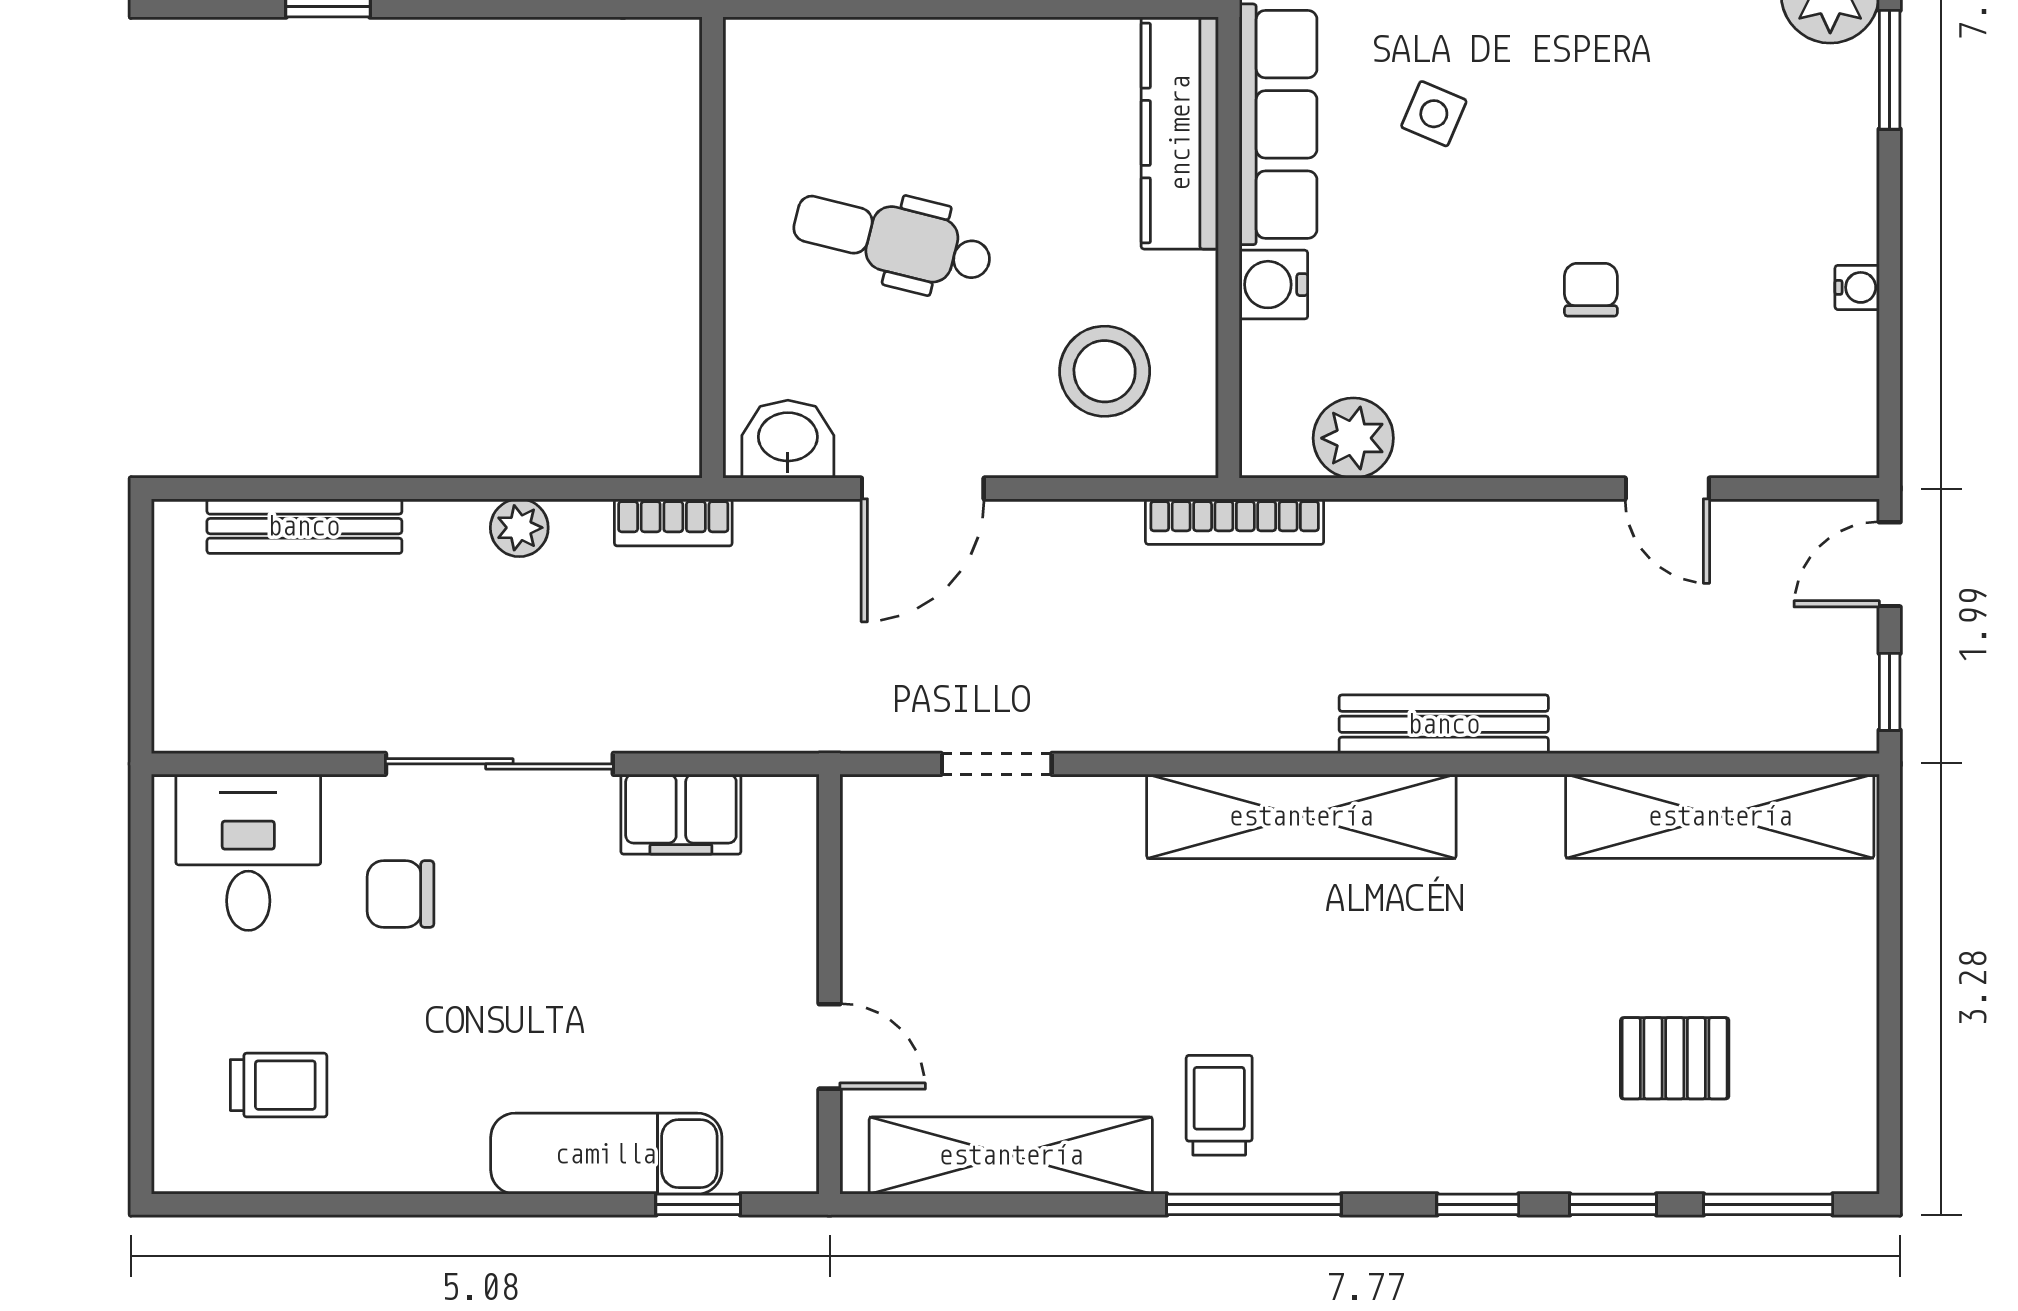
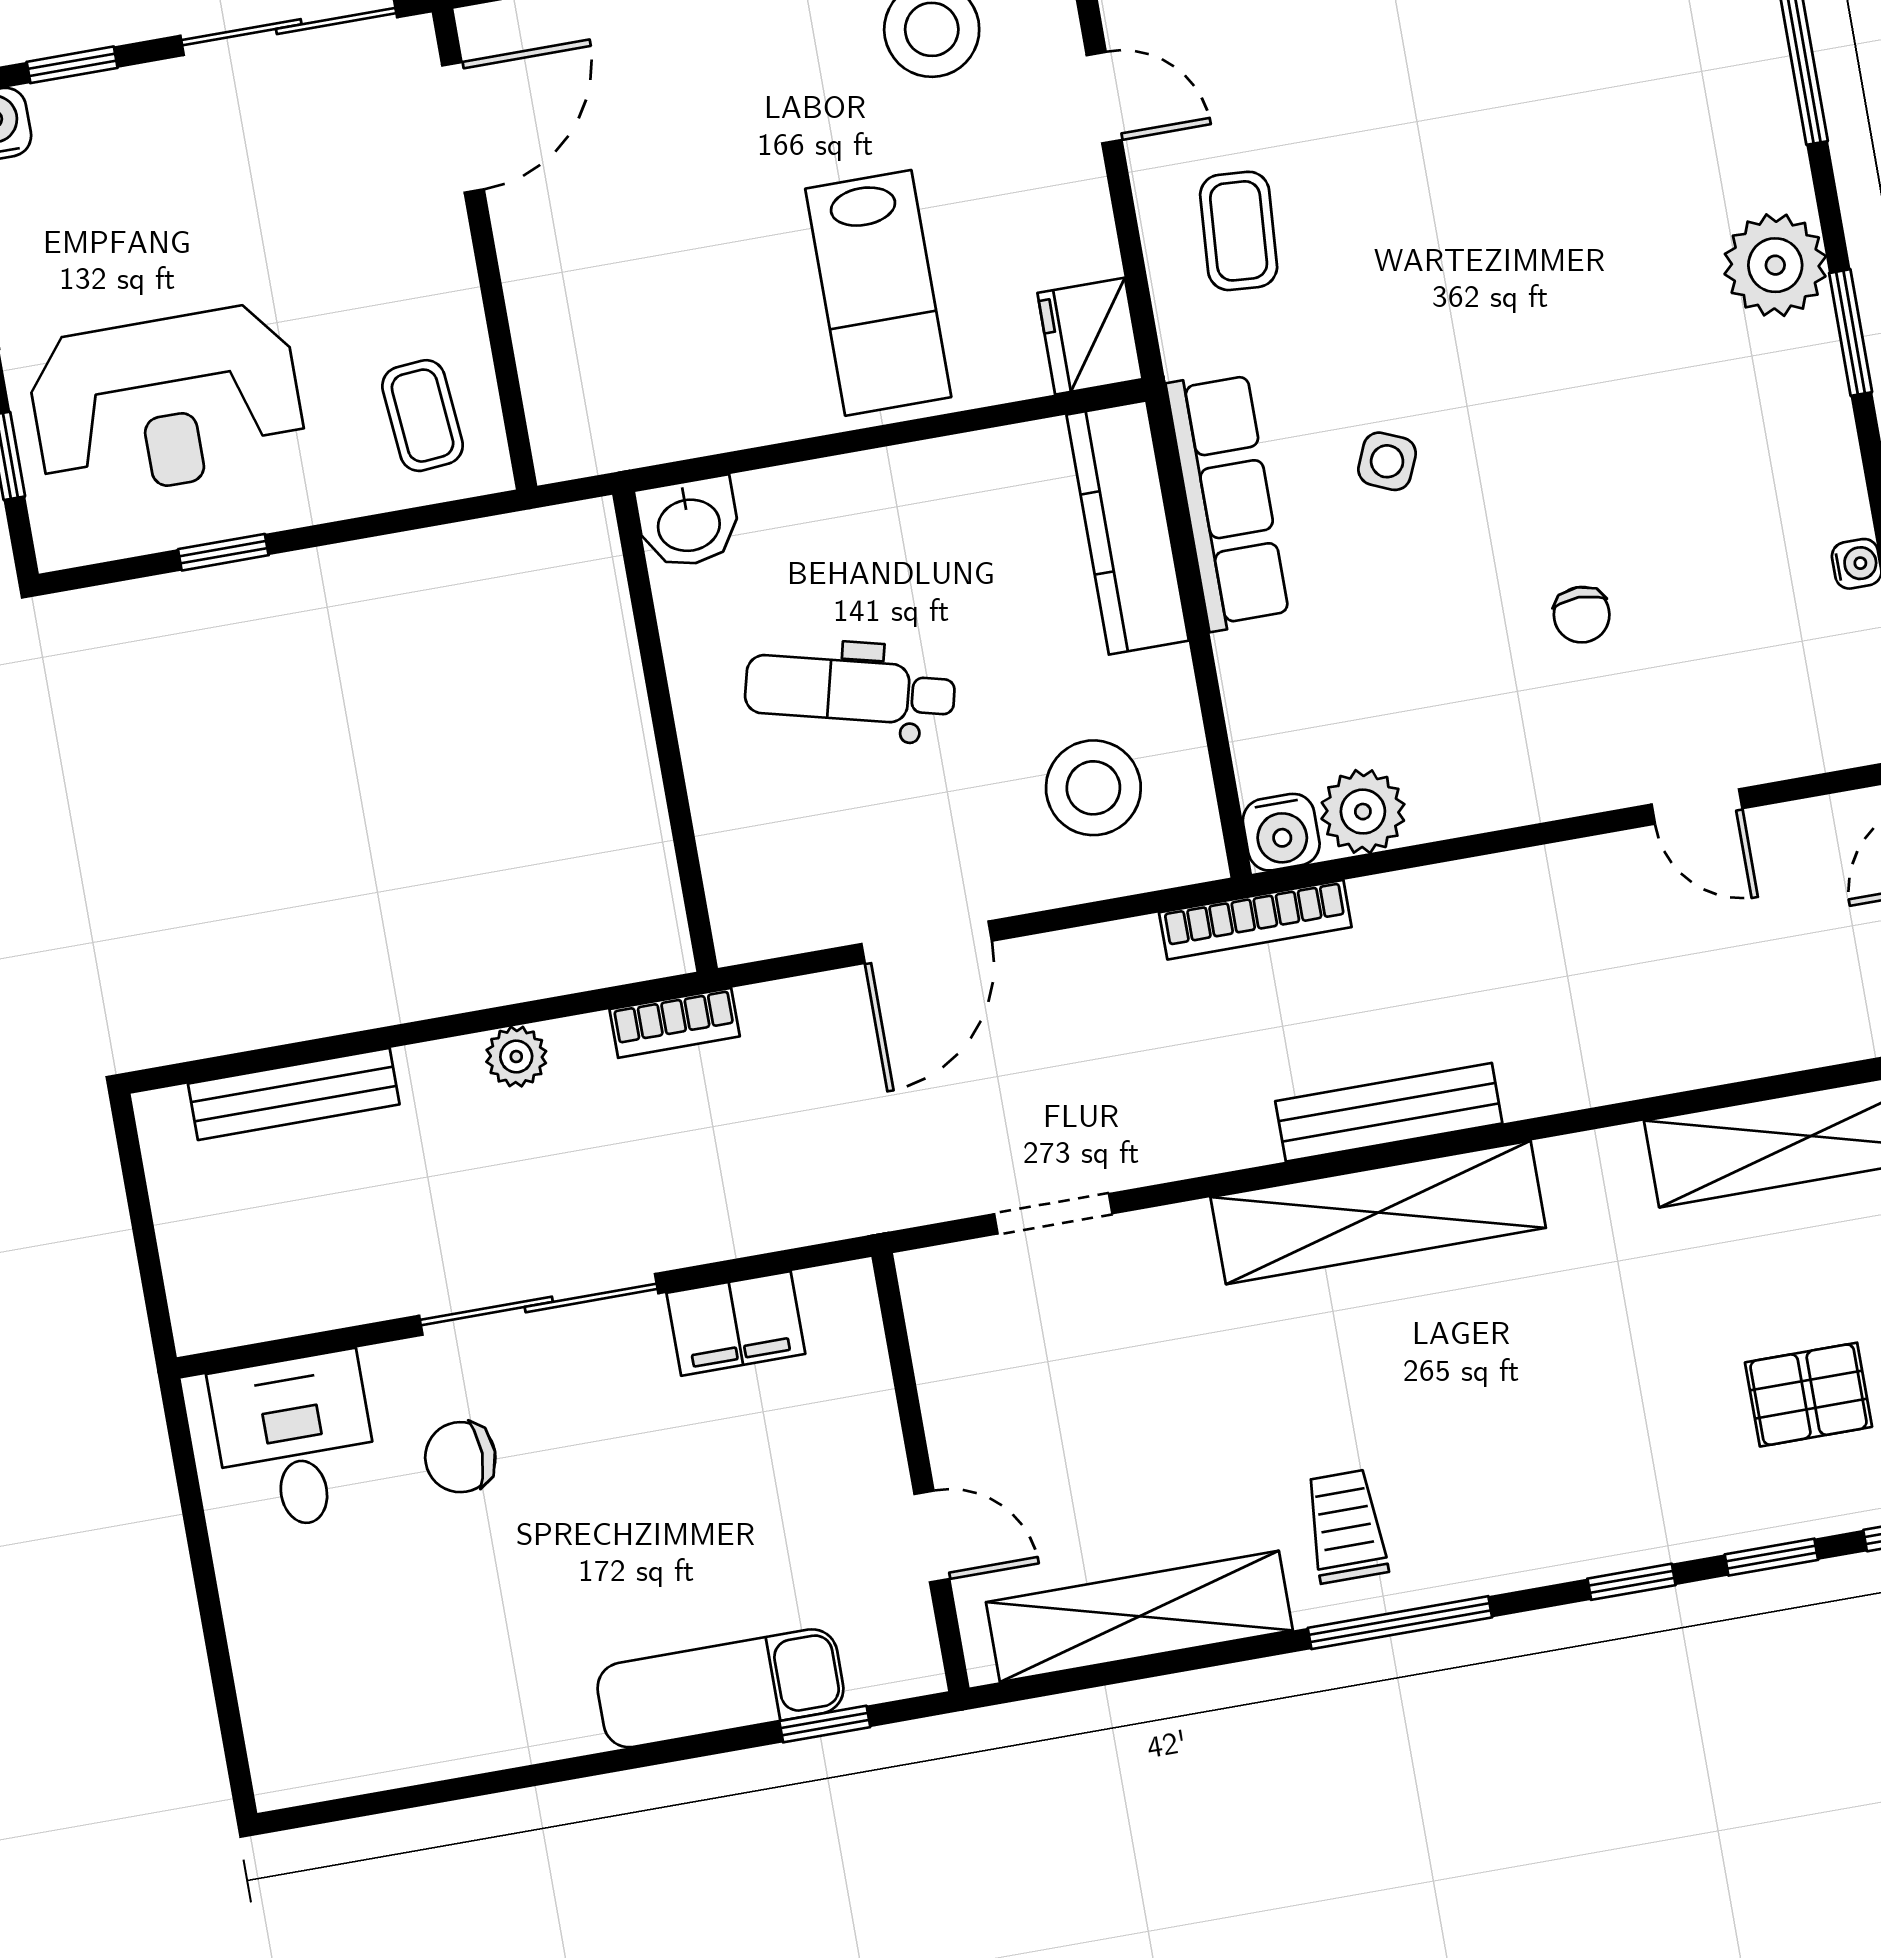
water cooler: (1273, 285) -> (1281, 832), moved, turned -90
chair: (1591, 290) -> (1582, 615), turned 180
washbasin: (788, 439) -> (688, 523), moved, turned 180
bench: (1444, 724) -> (1389, 1112), moved
trolley: (279, 1085) -> (369, 1677), removed

